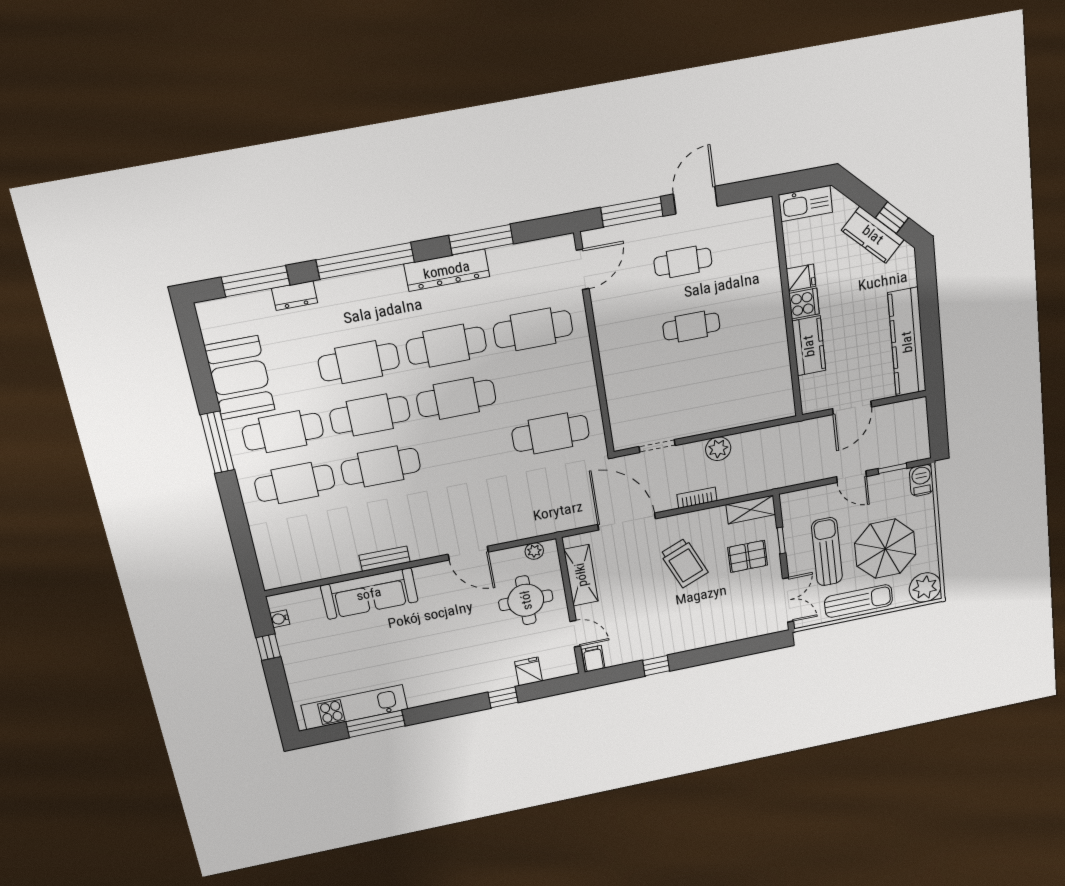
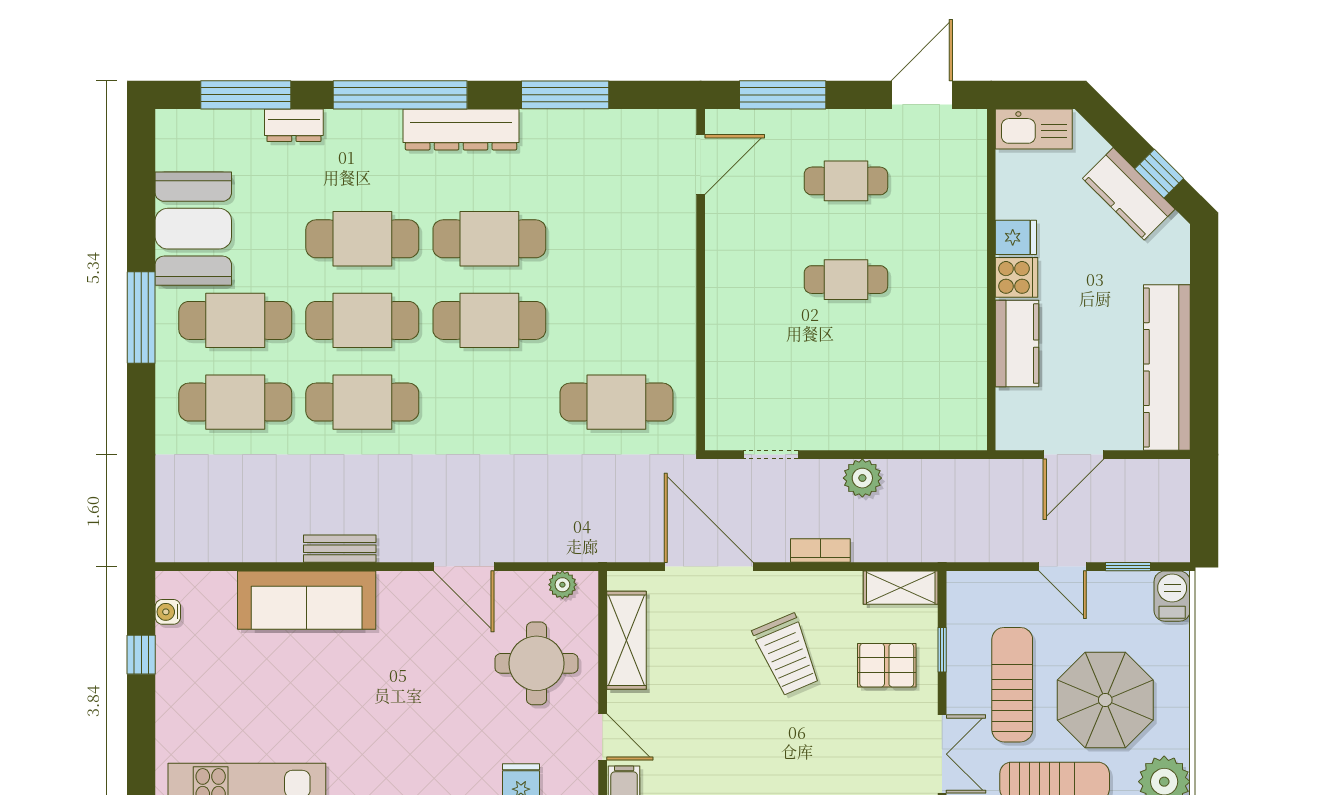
door: (695, 200) -> (922, 95), moved
dresser: (447, 270) -> (461, 129), moved
cafe table: (533, 329) -> (616, 239), removed

